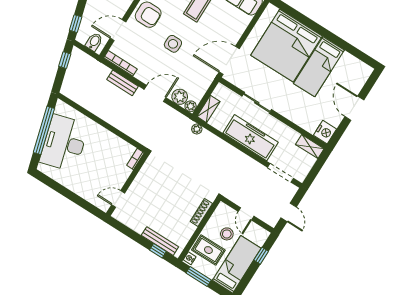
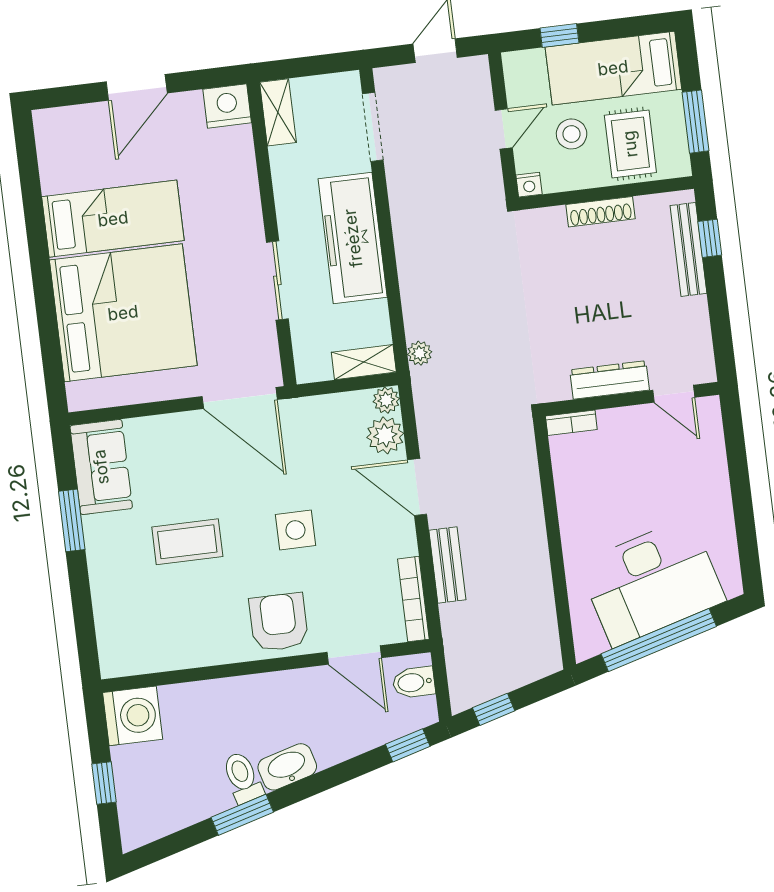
dresser: (139, 182) -> (610, 380), added
shoe rack: (201, 213) -> (601, 212), moved
nightstand: (190, 258) -> (529, 185), moved

